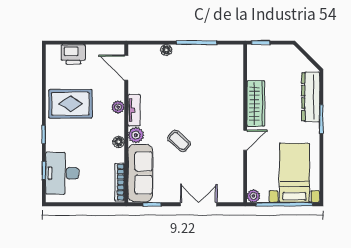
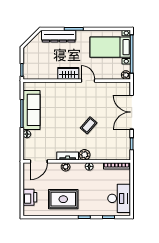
rug: (70, 104) -> (63, 199), turned 90
wardrobe: (256, 104) -> (68, 73), width x0.67
desk: (62, 173) -> (119, 198), moved, turned -90
sofa: (140, 173) -> (31, 110), moved, turned 90
double door: (199, 204) -> (132, 112), width x1.37

